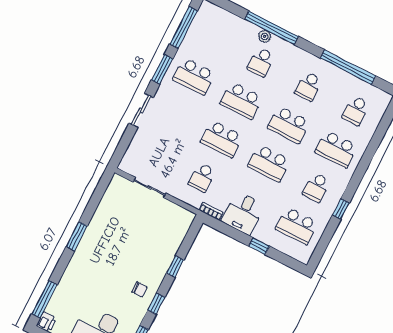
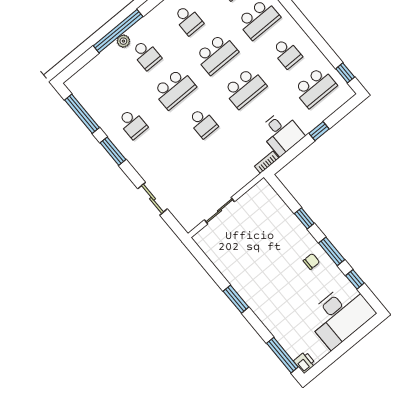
school desk: (194, 76) -> (132, 124), width x0.54
sliding door: (141, 110) -> (153, 199), moved
school desk: (222, 139) -> (203, 123), width x0.54
school desk: (202, 177) -> (231, 157), removed
window: (341, 209) -> (345, 73), moved
window: (156, 304) -> (332, 251), width x1.50

